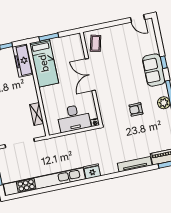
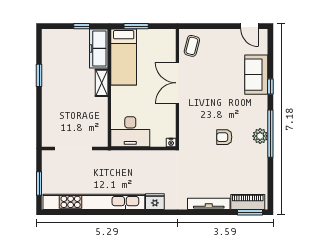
sofa: (154, 70) -> (256, 75), moved
shelving: (37, 114) -> (102, 83), moved
desk: (74, 118) -> (130, 132), moved

